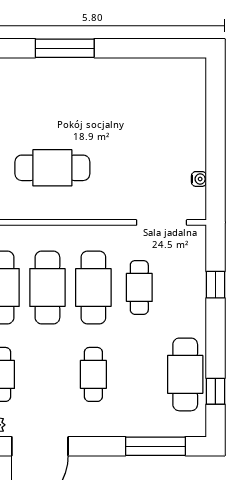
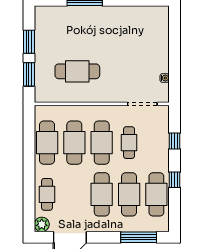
cafe table: (93, 374) -> (102, 194), width x1.37, depth x1.35
cafe table: (139, 374) -> (129, 194), added
window: (215, 391) -> (174, 180), moved

